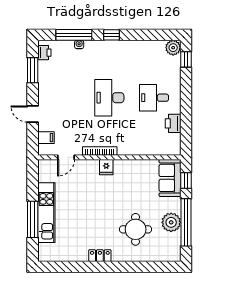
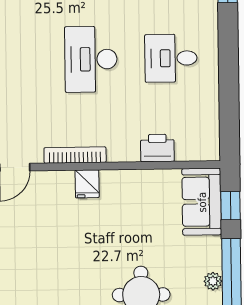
printer: (173, 123) -> (157, 148), moved, turned 90
plant: (171, 222) -> (213, 281), width x0.53, depth x0.53

